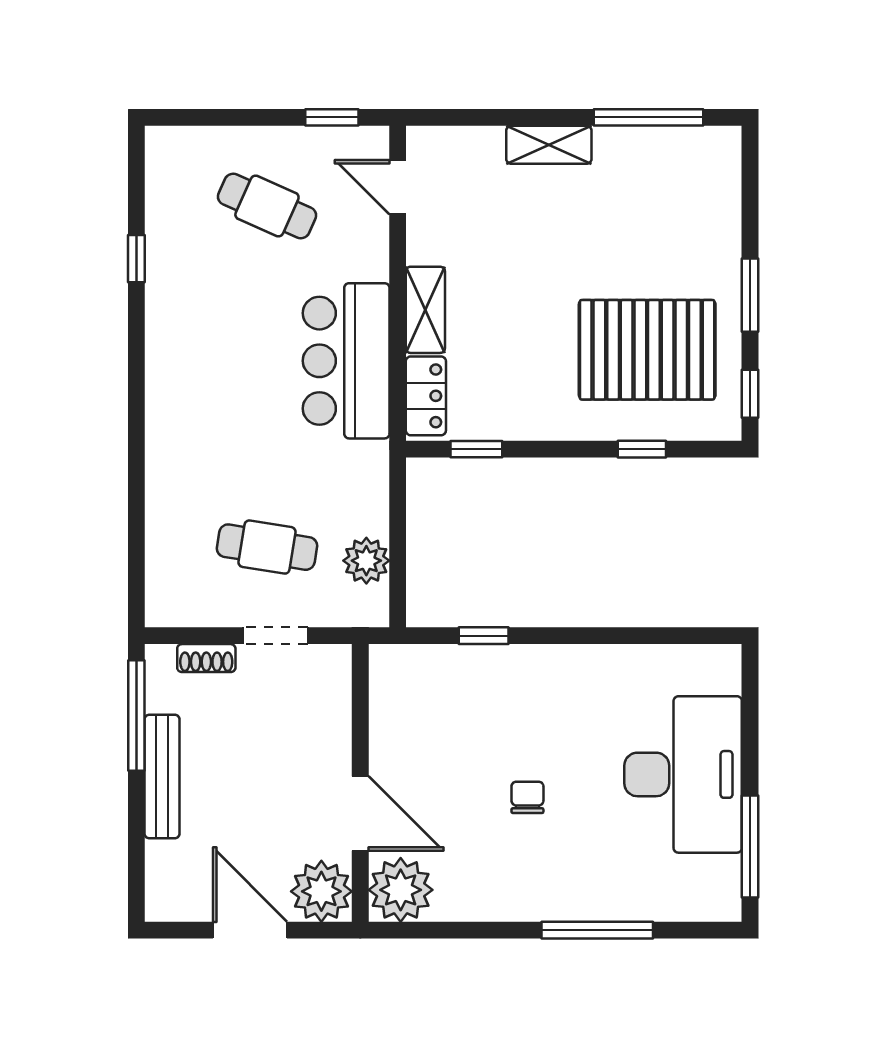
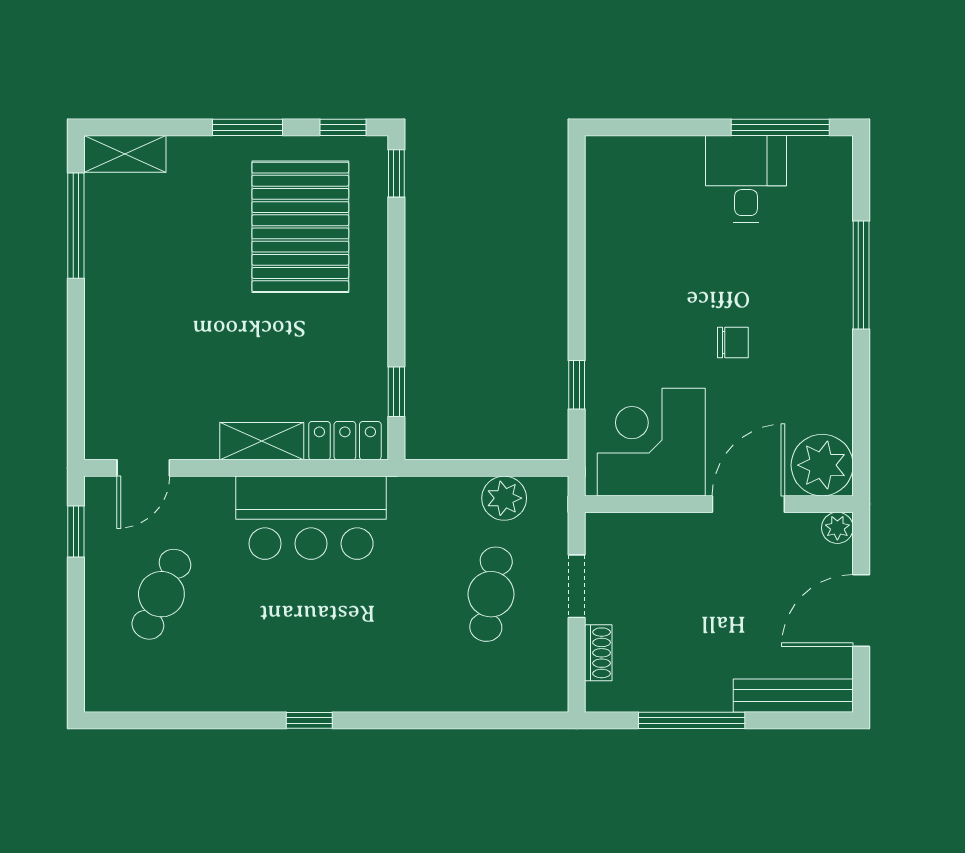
shelving: (549, 145) -> (125, 154), moved, turned 90
window: (136, 259) -> (309, 720), moved
window: (642, 449) -> (396, 173), moved
corner desk: (424, 713) -> (651, 442), added
window: (136, 716) -> (692, 720), moved
desk: (683, 774) -> (746, 179), width x0.53, depth x0.77
bench: (162, 776) -> (793, 696), moved
chair: (527, 797) -> (733, 342), turned 180
plant: (321, 891) -> (837, 528), width x0.53, depth x0.53

